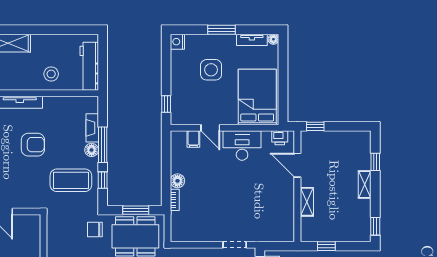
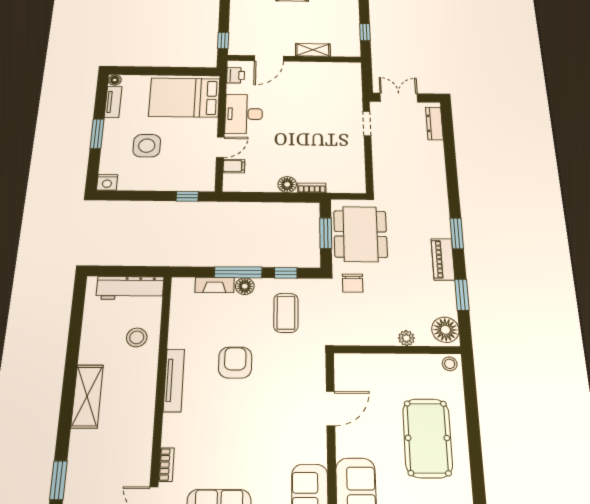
coffee table: (71, 180) -> (286, 313), width x0.73, depth x0.76

